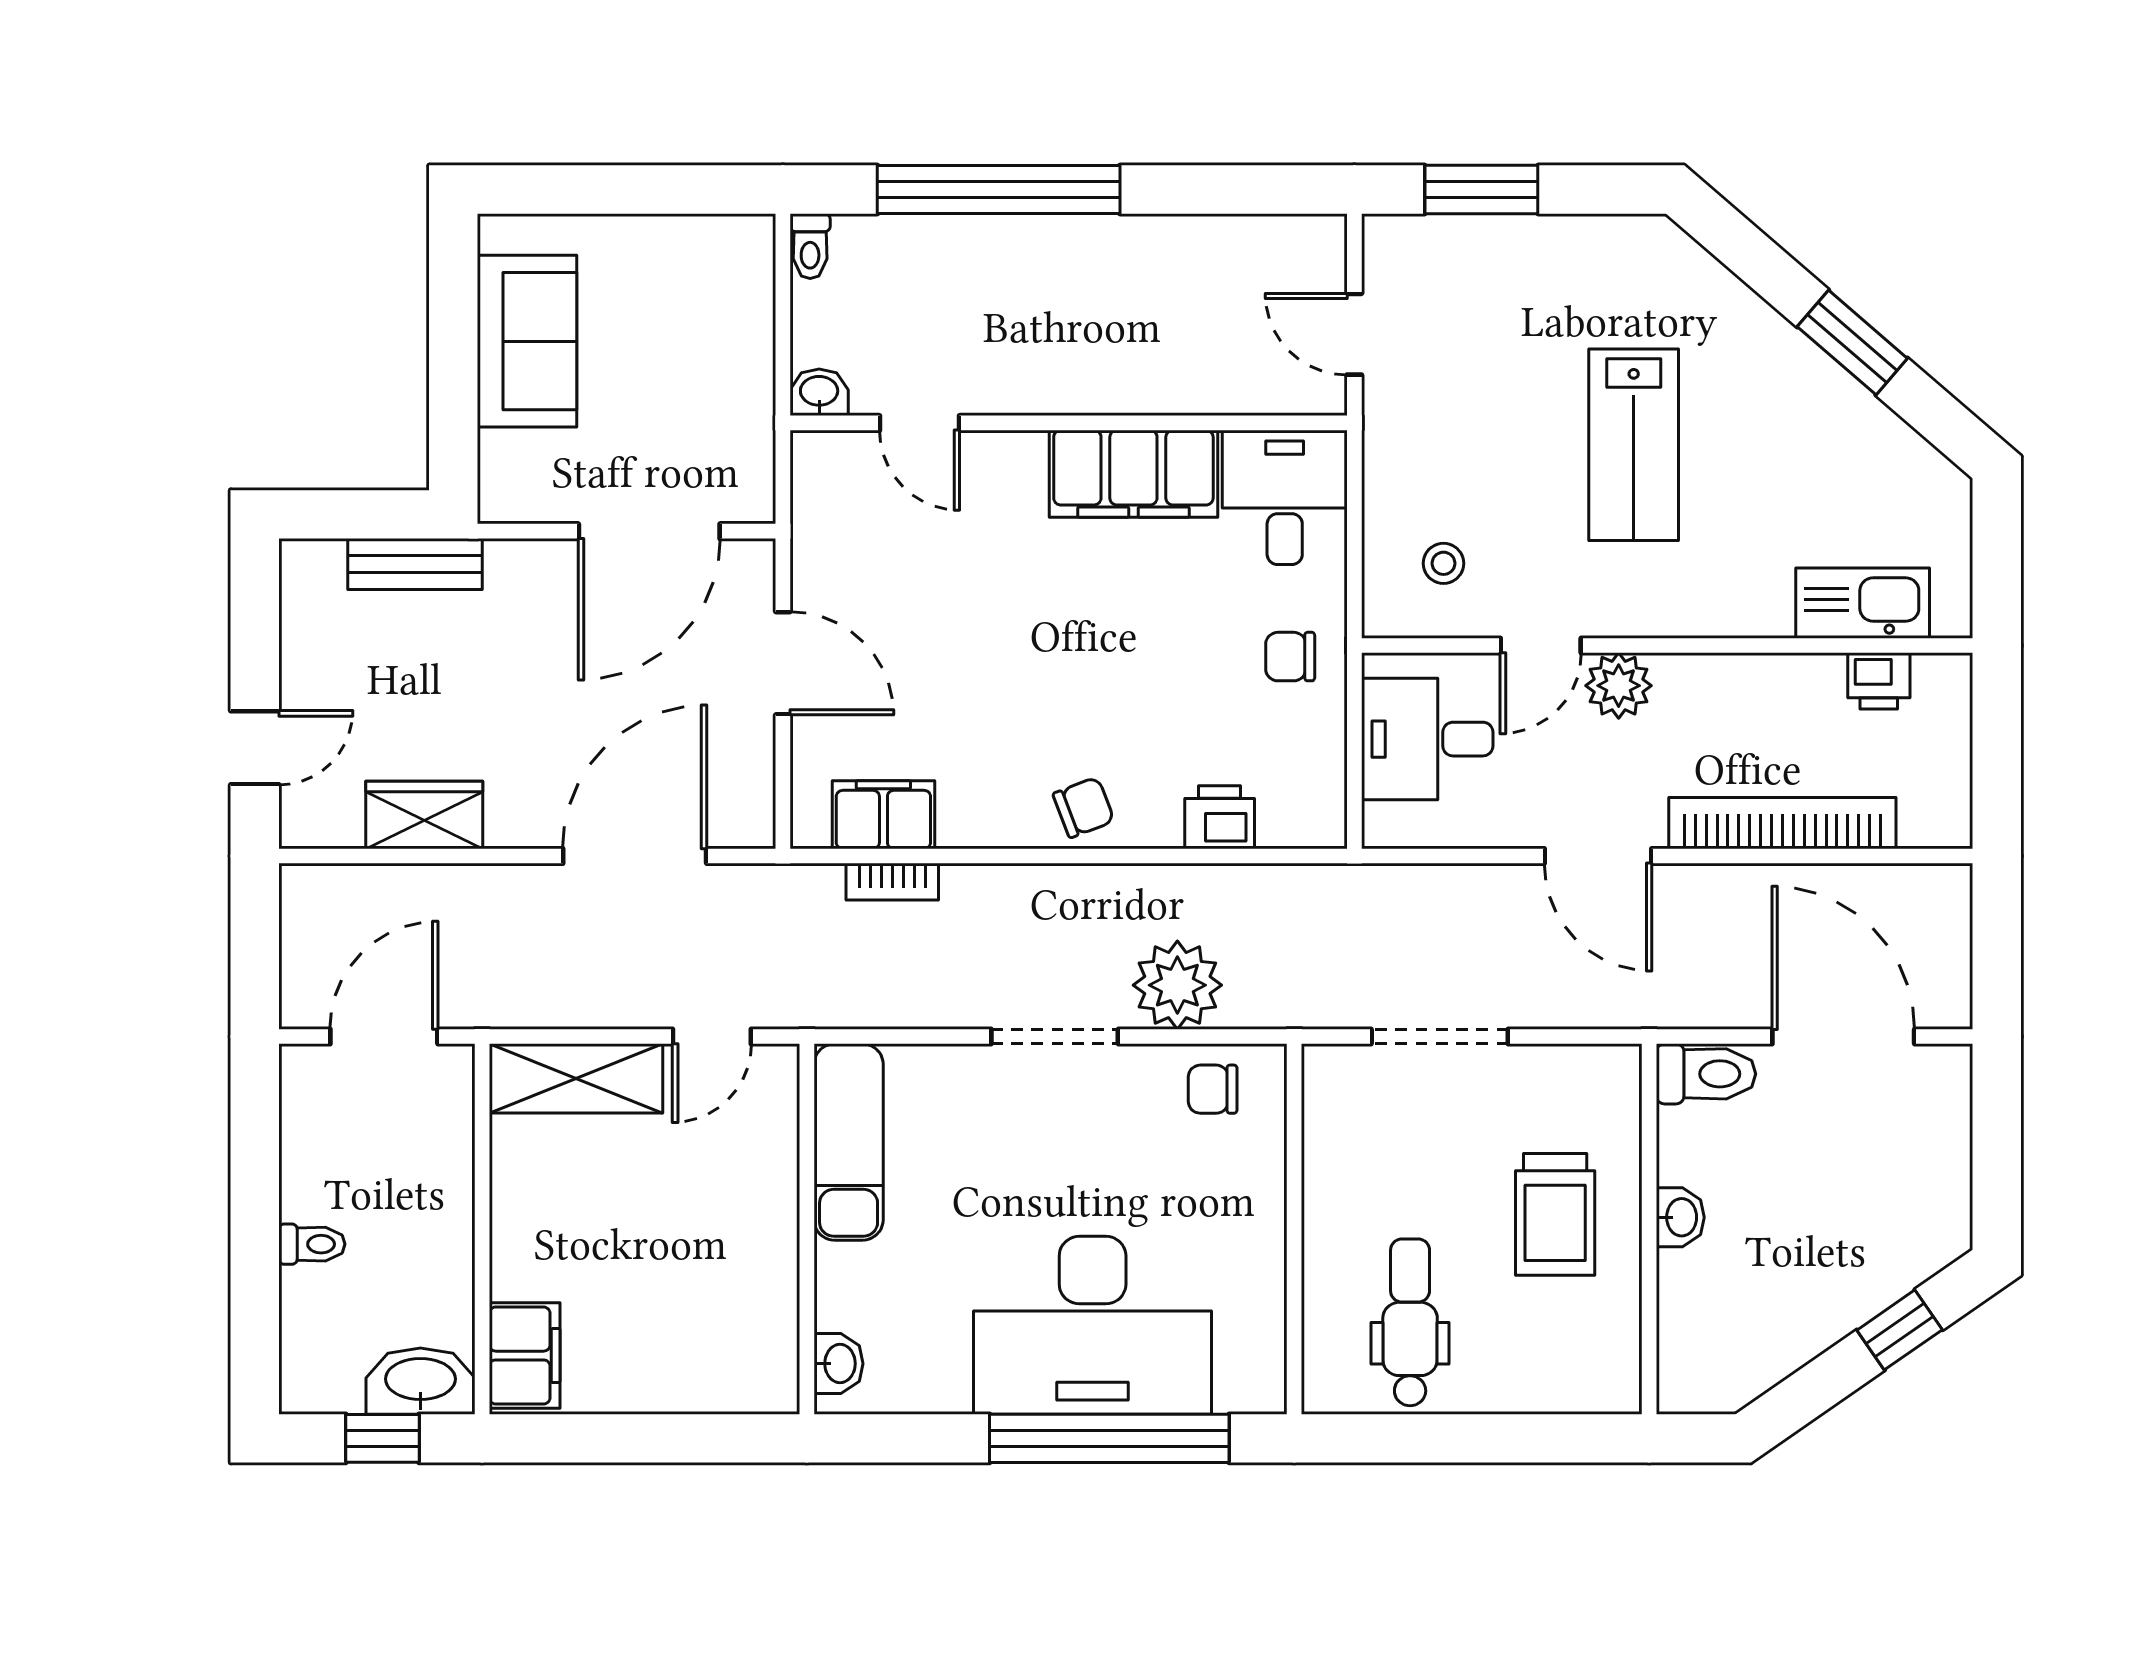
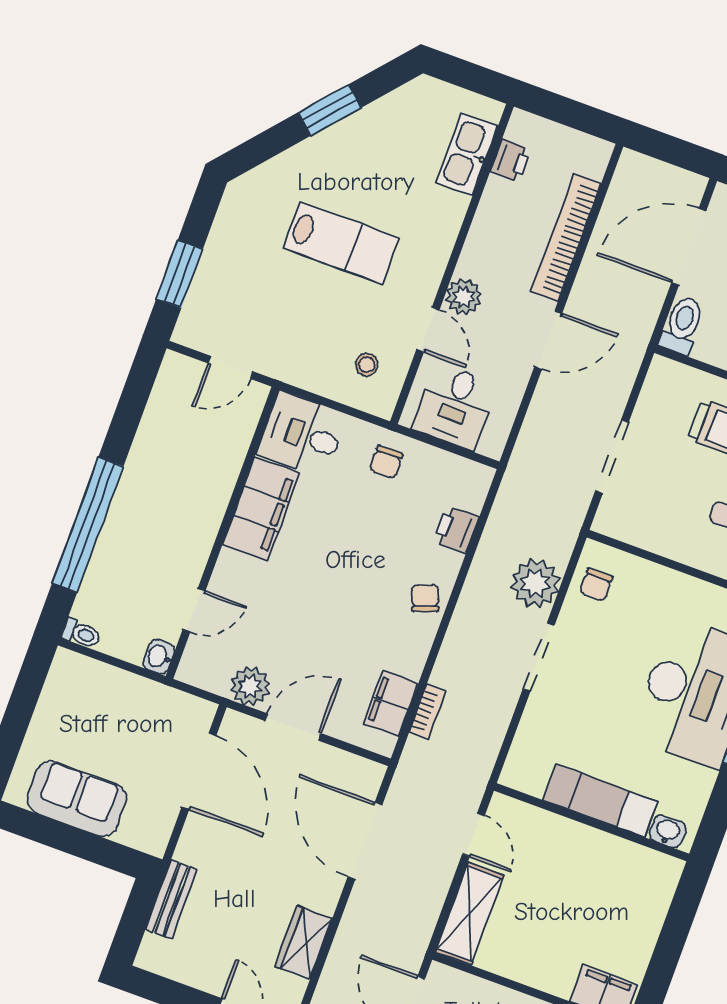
plant: (825, 565) -> (250, 686), added
exam couch: (849, 1142) -> (600, 801), moved

